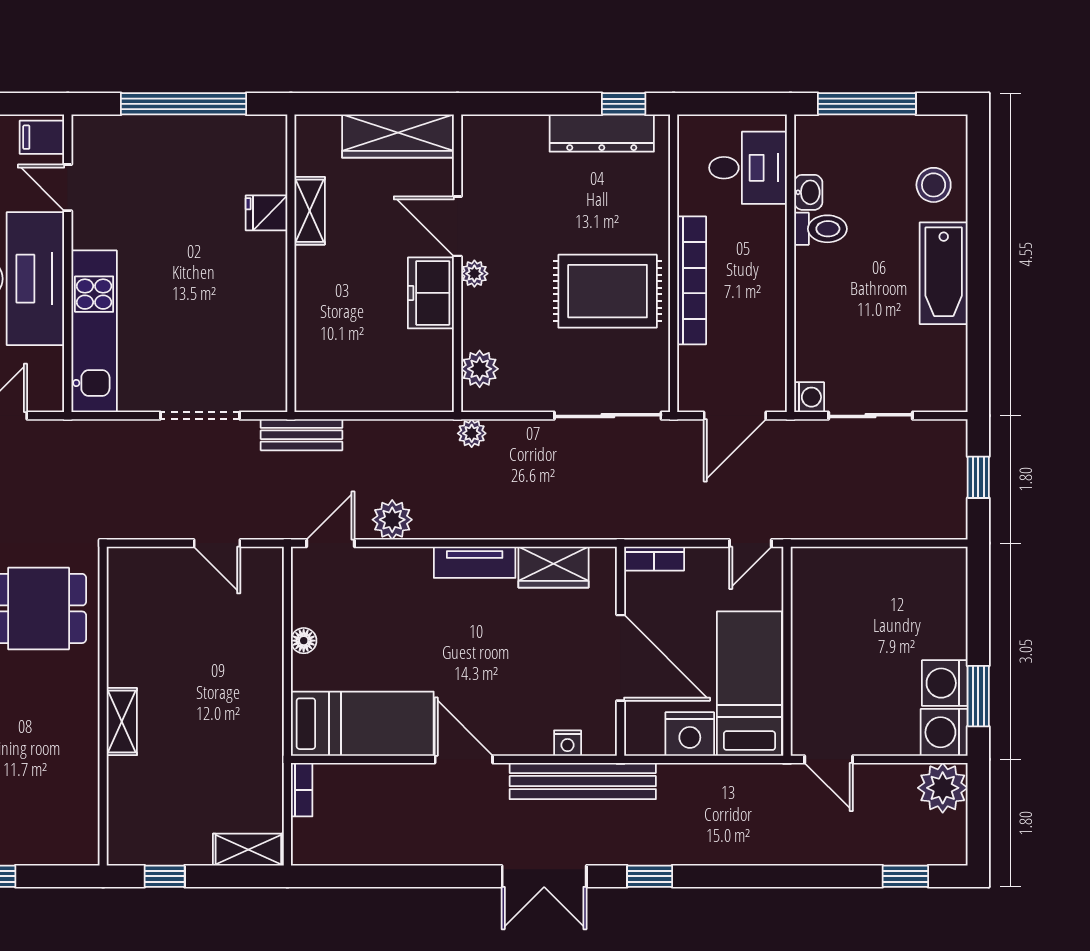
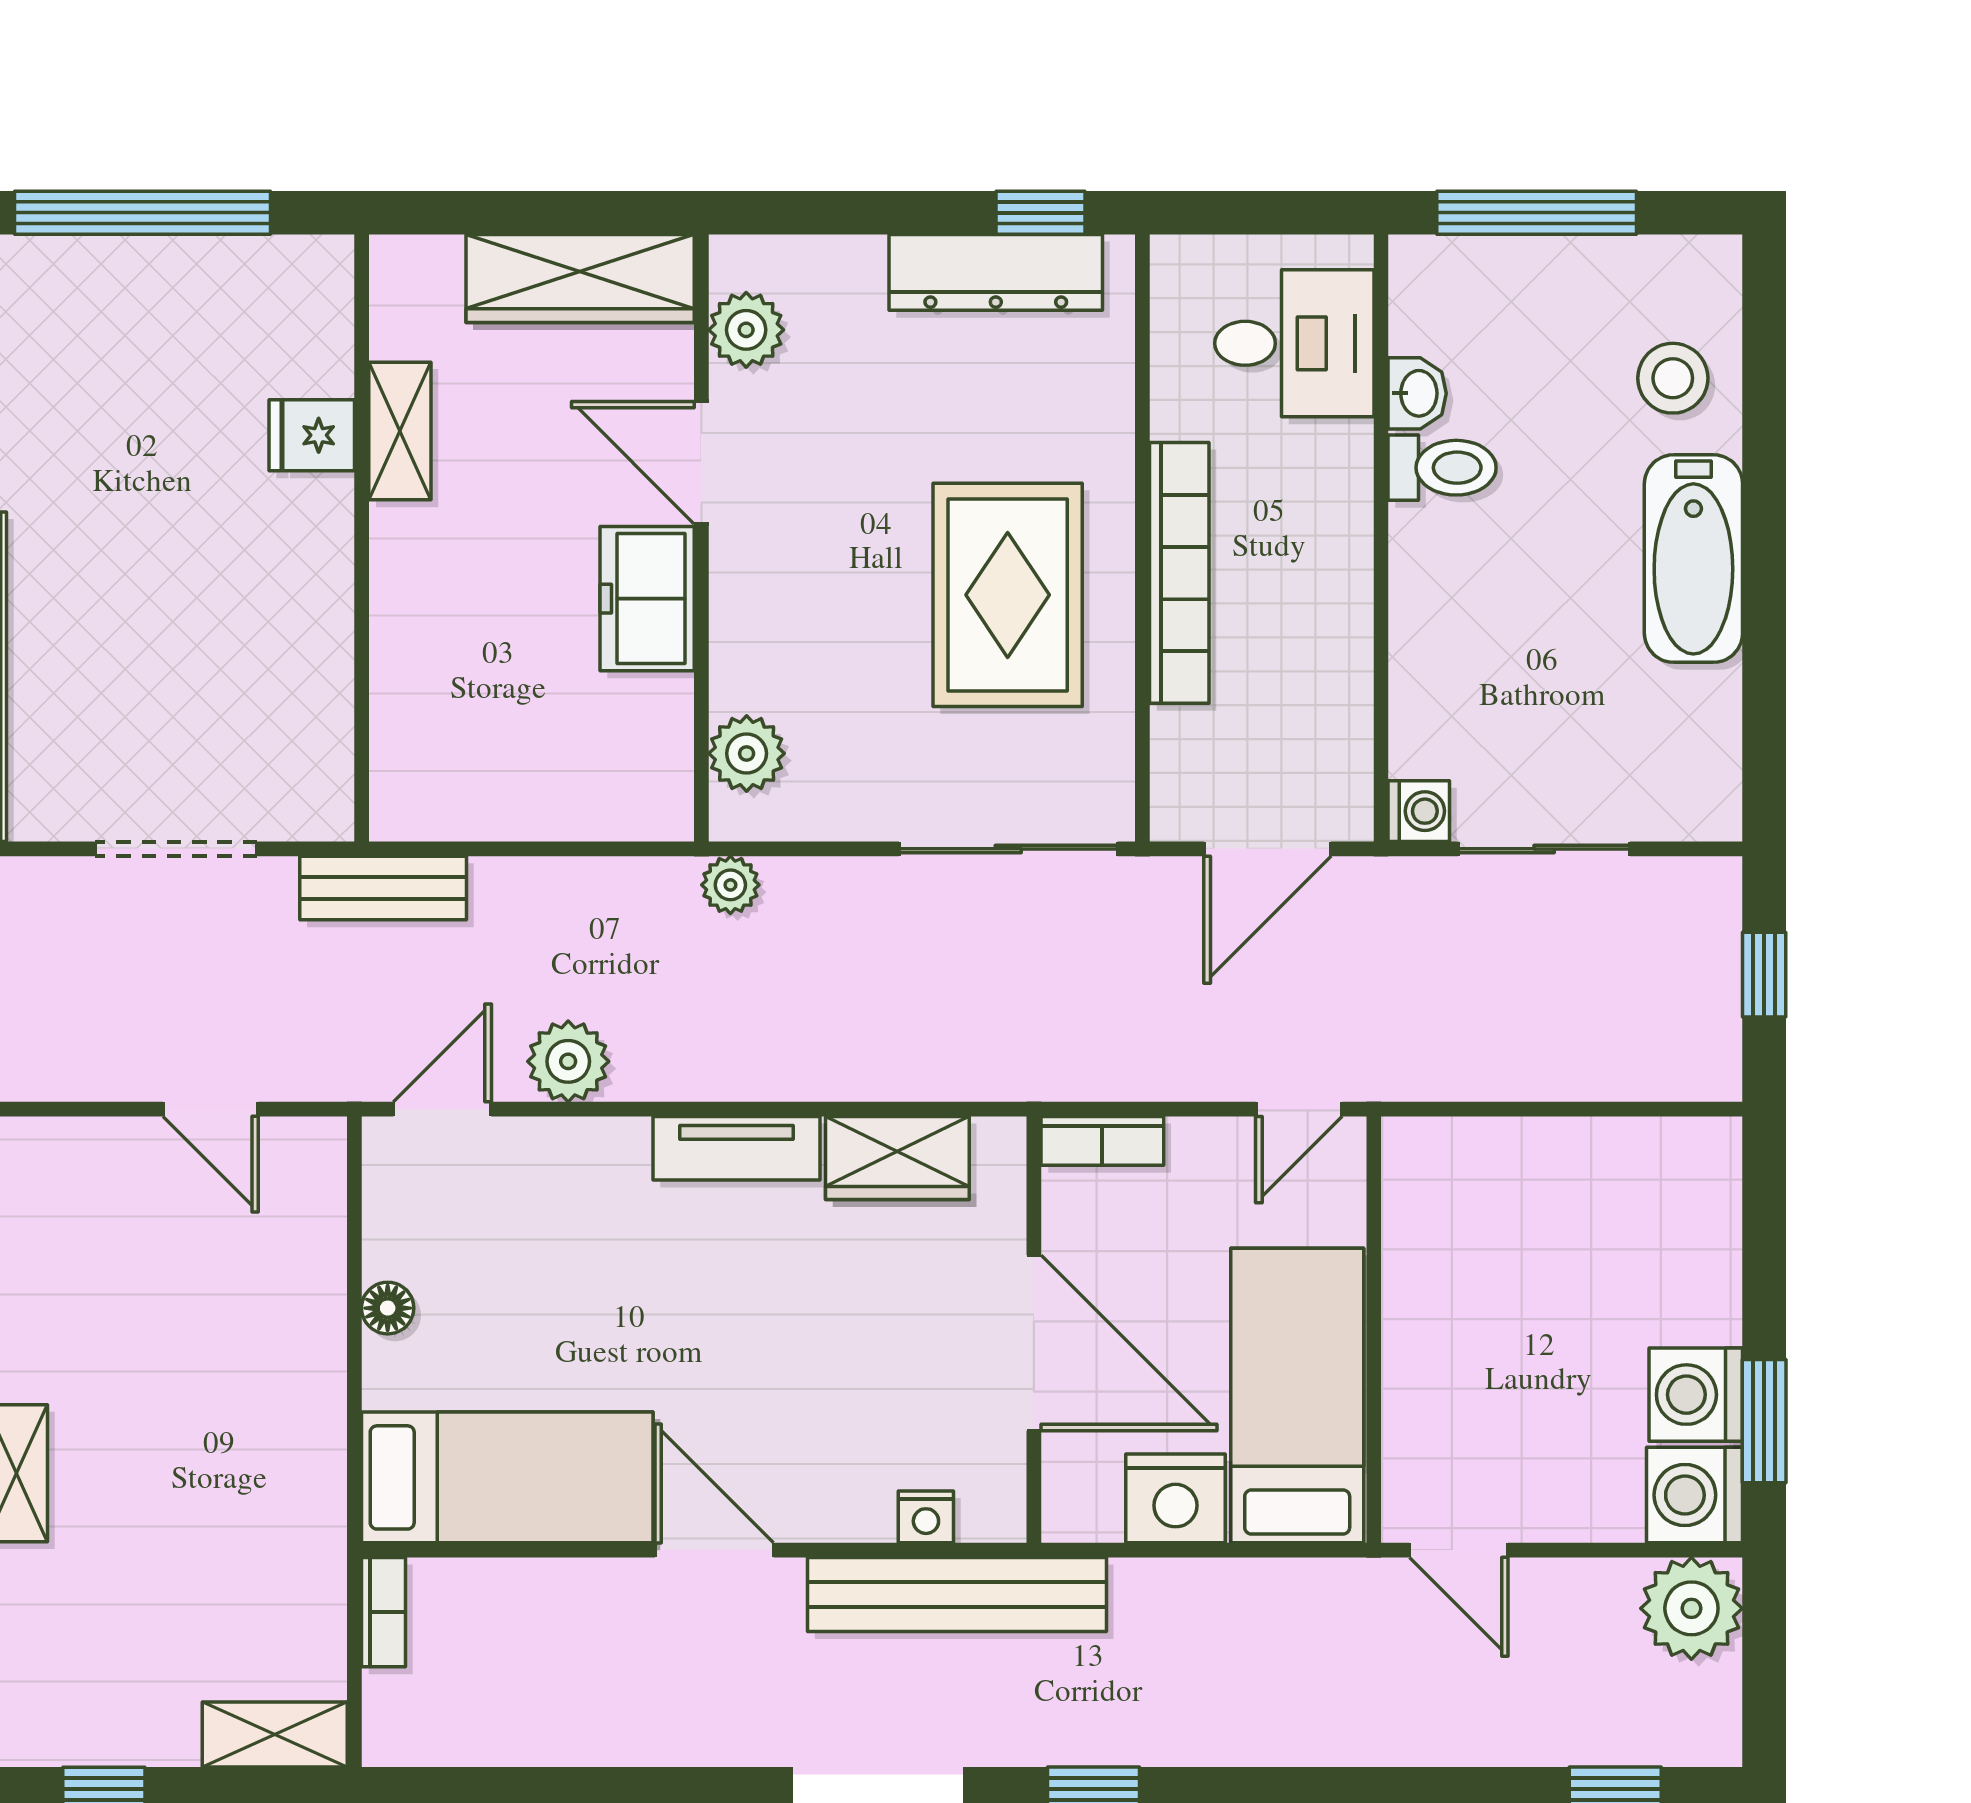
plant: (474, 274) -> (746, 330), moved, width x1.38, depth x1.38
rug: (608, 291) -> (1008, 595), turned 90

